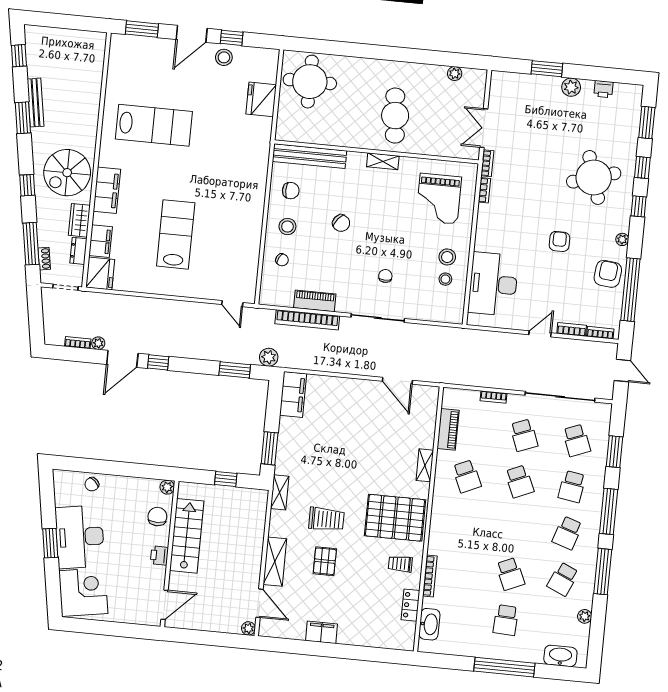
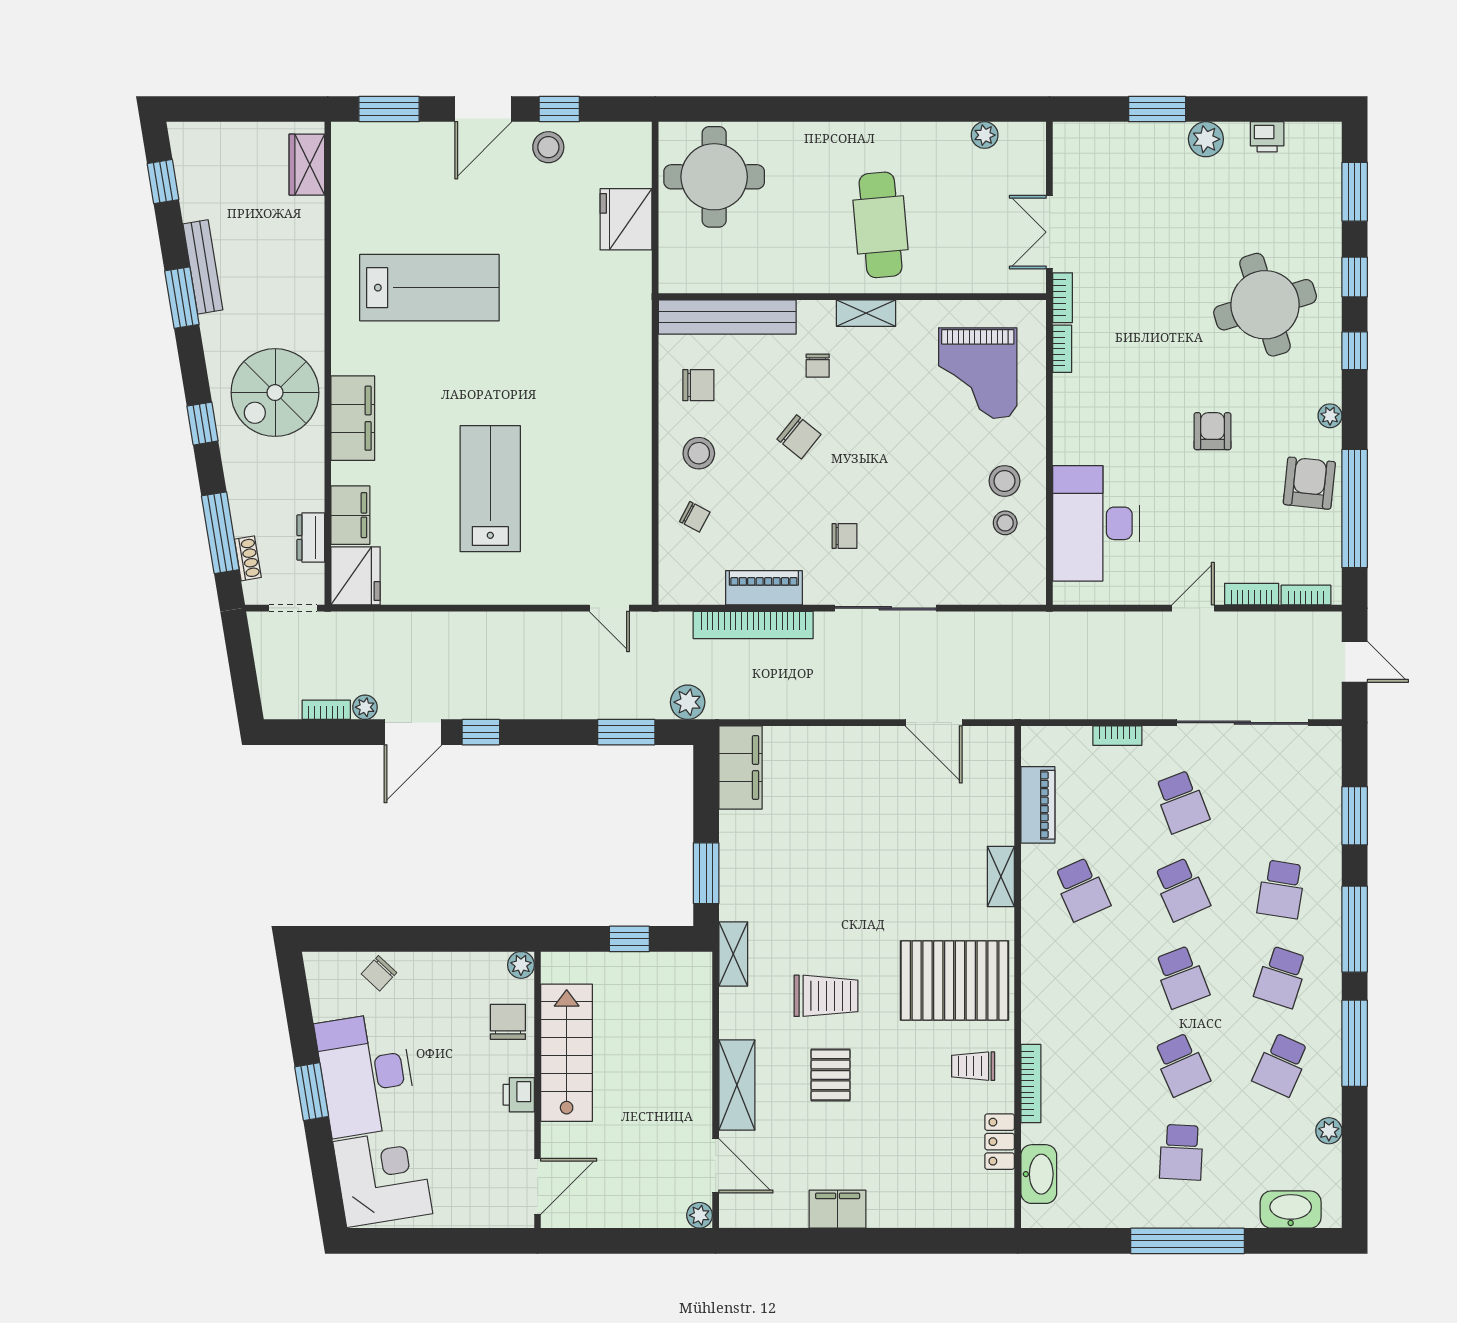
chair: (355, 186) -> (818, 366), added
wardrobe: (79, 220) -> (307, 165), moved
chair: (385, 276) -> (844, 536), moved, turned 90
school desk: (577, 440) -> (1181, 977), moved

